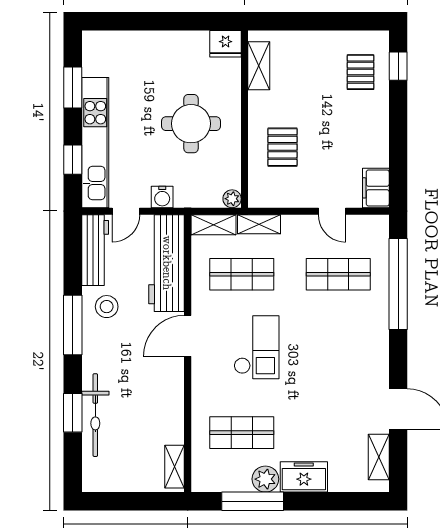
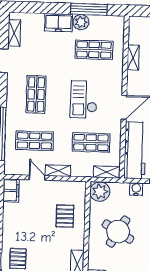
round table: (191, 124) -> (118, 232), turned 31
plant: (232, 199) -> (100, 192), width x1.87, depth x1.87
shelving: (259, 224) -> (58, 171), moved
shop shelf: (338, 353) -> (36, 94), added
shelving: (175, 467) -> (133, 58), moved

